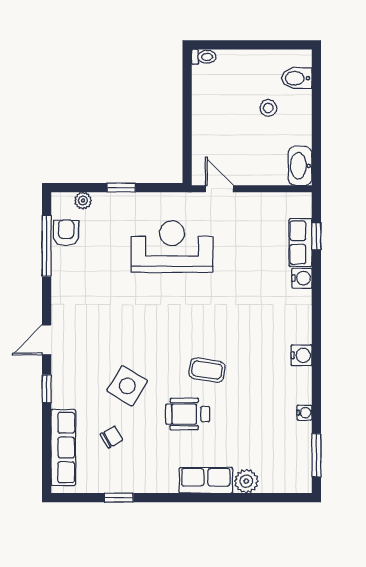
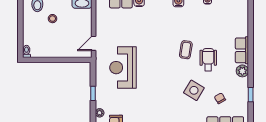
wheelchair: (188, 414) -> (208, 60), turned 180
plant: (246, 481) -> (242, 71), moved

